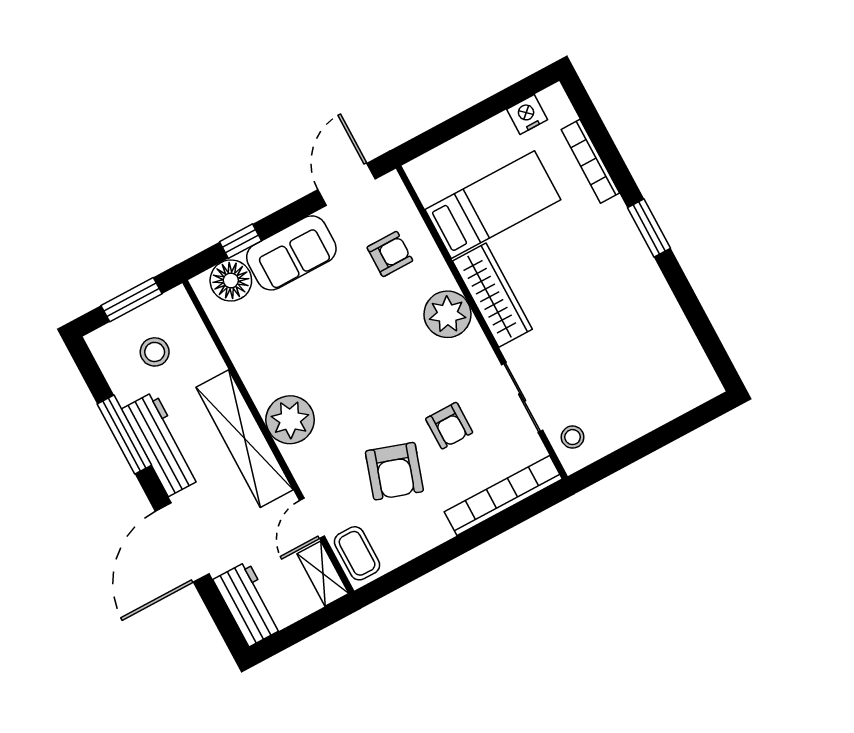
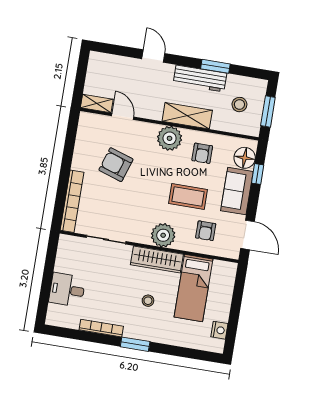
bookcase: (590, 161) -> (101, 328), moved
desk: (646, 398) -> (67, 290), added
armchair: (449, 426) -> (202, 153), moved, turned -90
window: (124, 435) -> (215, 66), width x0.69
stool: (573, 437) -> (148, 301), moved
shelving: (245, 439) -> (187, 116), width x0.68
door: (182, 543) -> (153, 56), width x0.53
coffee table: (357, 553) -> (188, 197), moved, width x1.36, depth x1.30
workbench: (248, 604) -> (108, 64), removed

